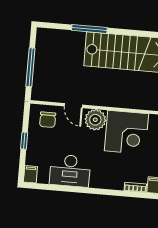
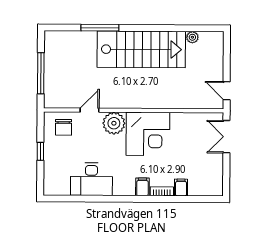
door: (73, 106) -> (90, 110), swing flipped
filing cabinet: (30, 174) -> (142, 187), moved

